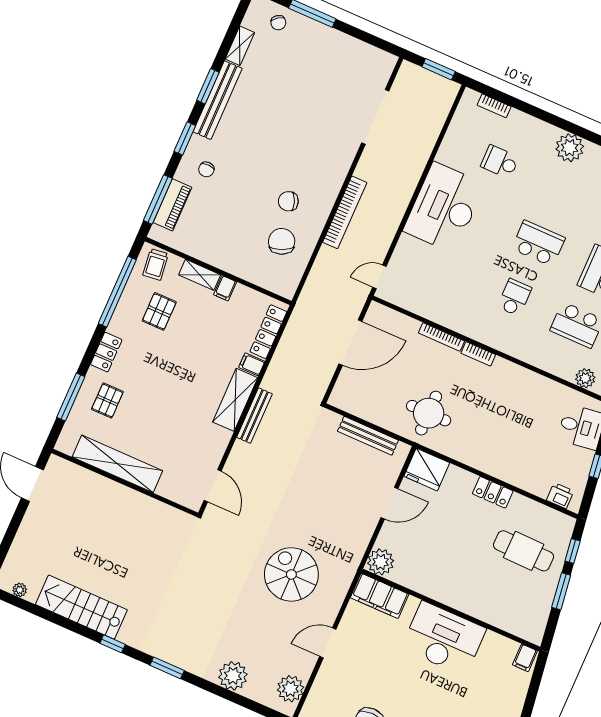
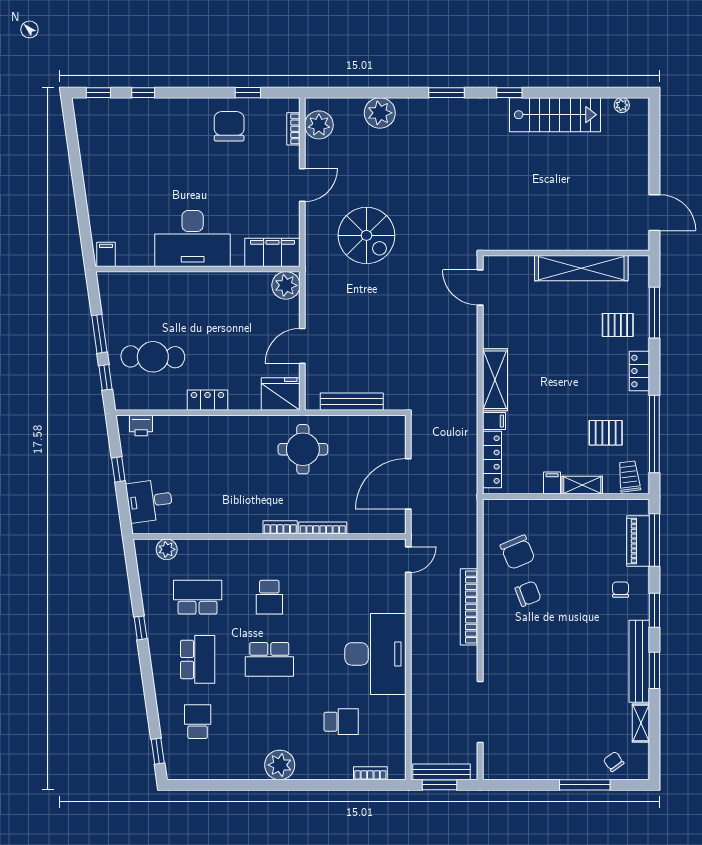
pallet: (159, 311) -> (606, 433), turned 90
pallet: (107, 400) -> (618, 325), turned 90
bench: (254, 416) -> (442, 772), moved, turned 90
bookcase: (314, 695) -> (293, 129), added

